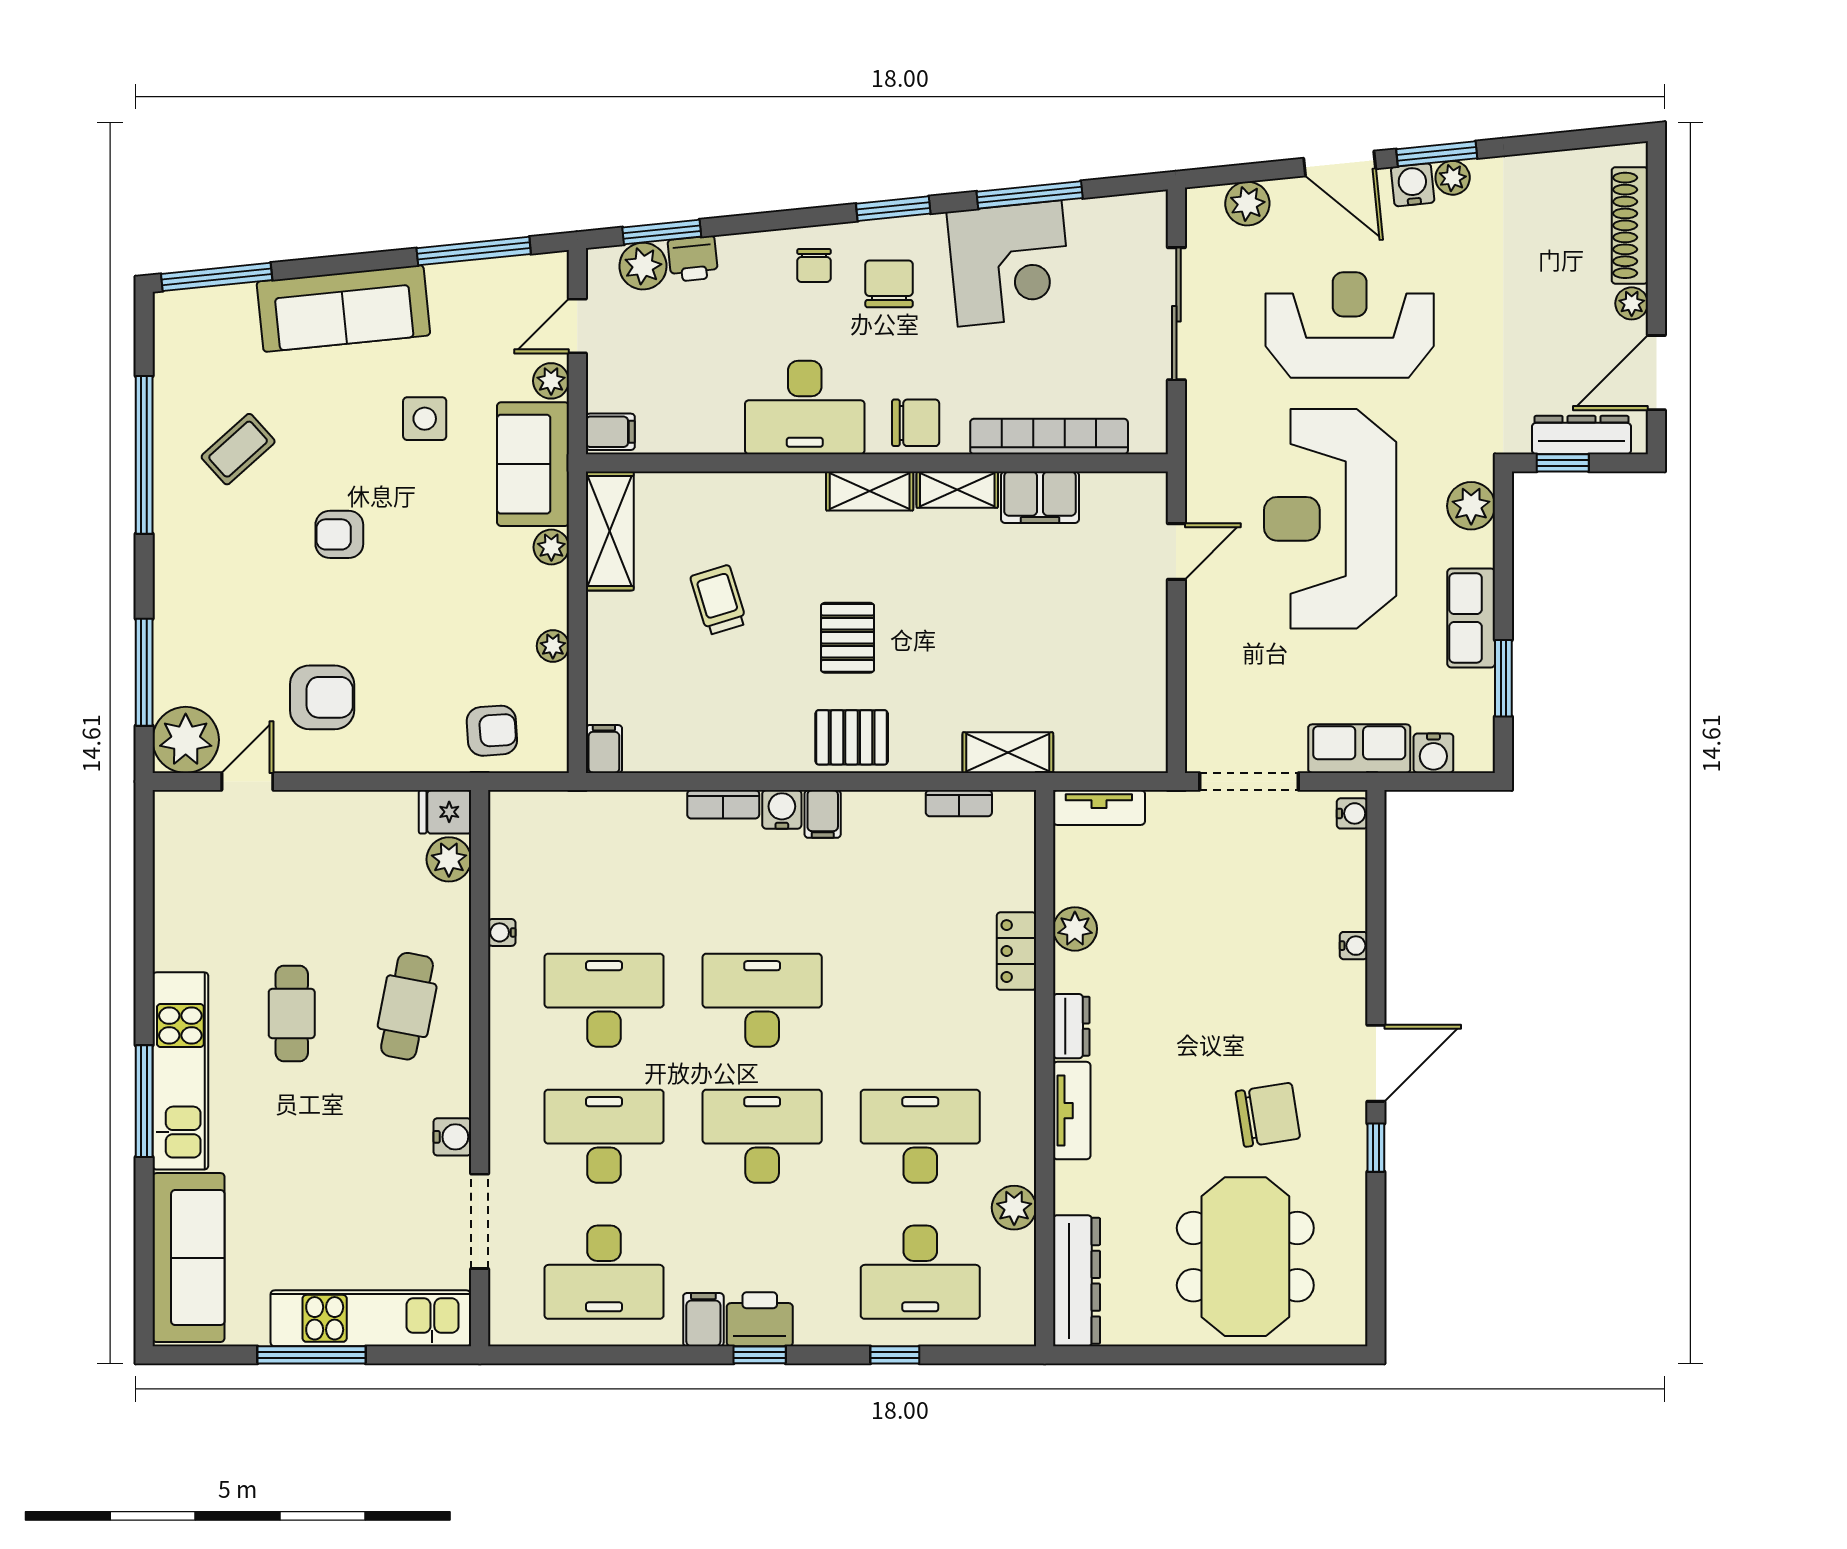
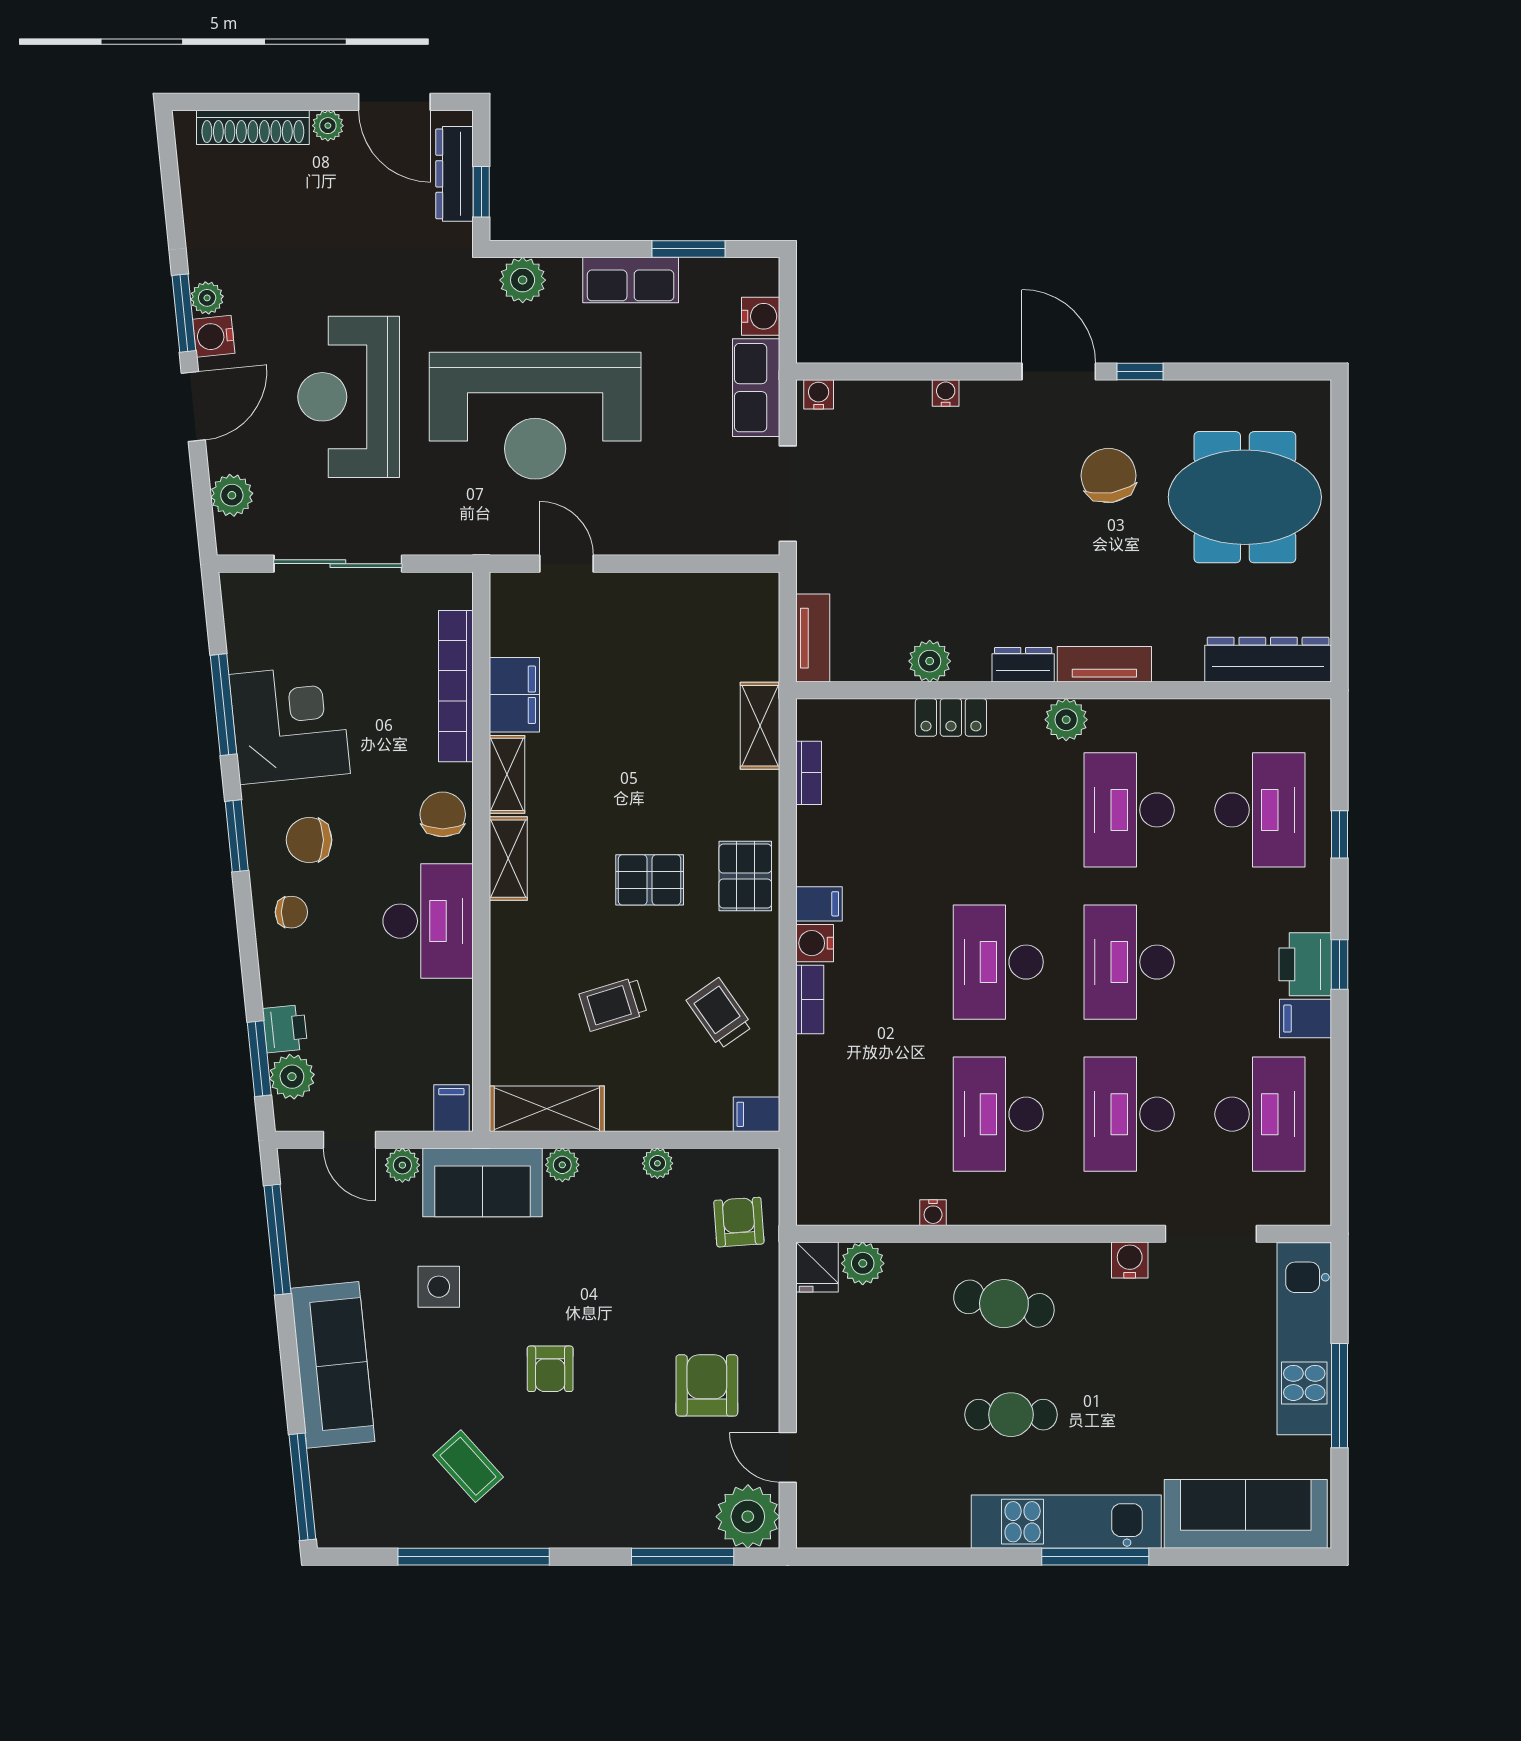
trolley: (709, 710) -> (720, 1013), added
plant: (1014, 1208) -> (1066, 720), moved

